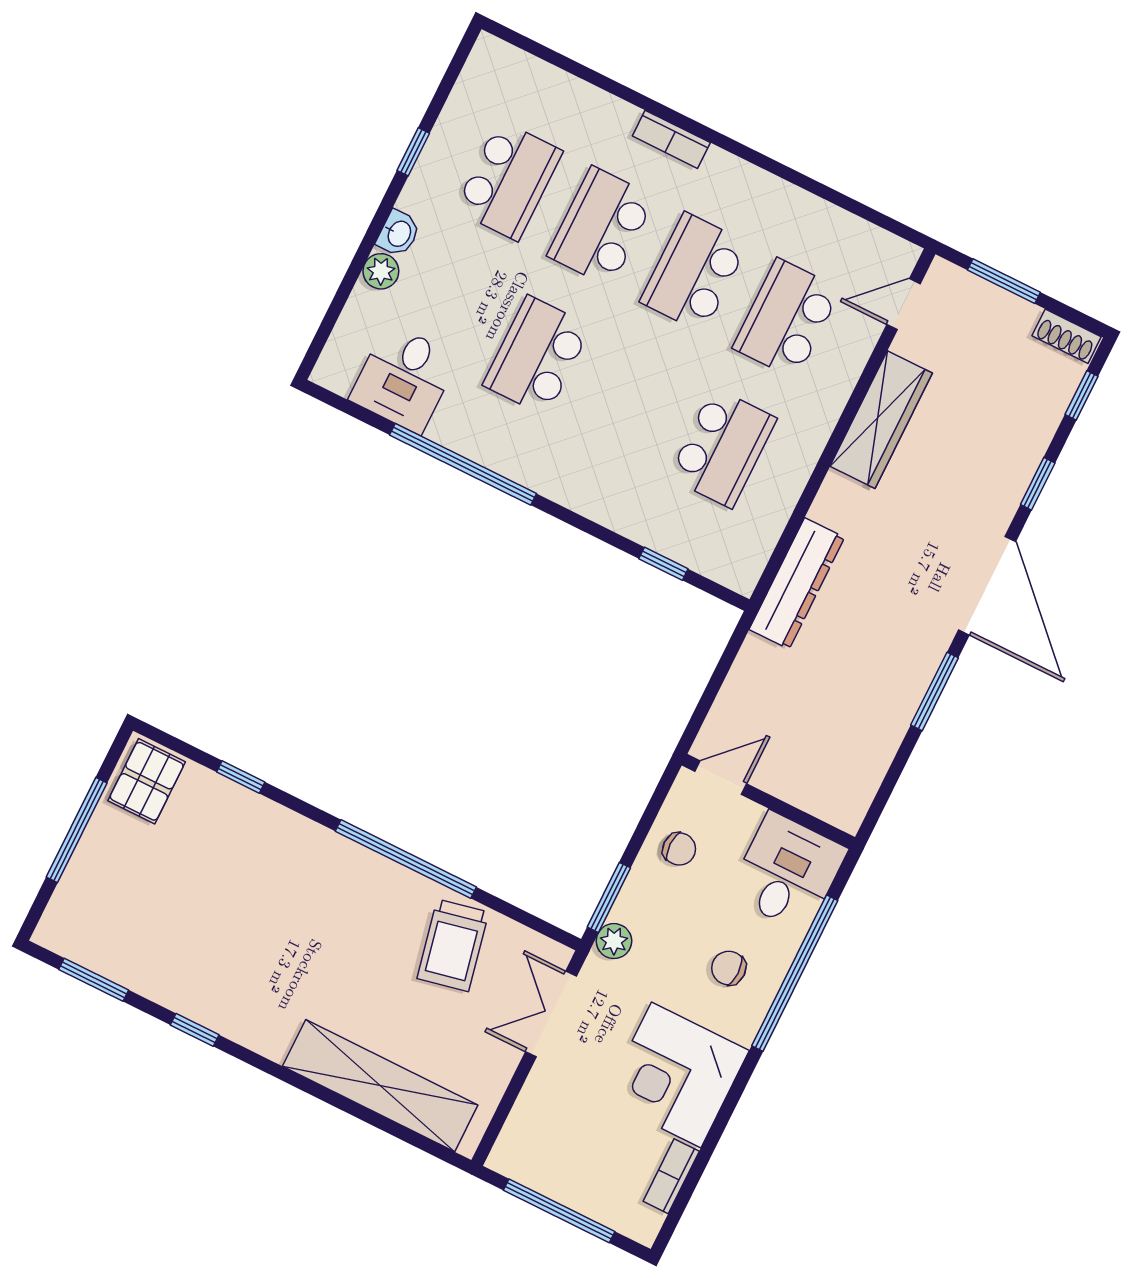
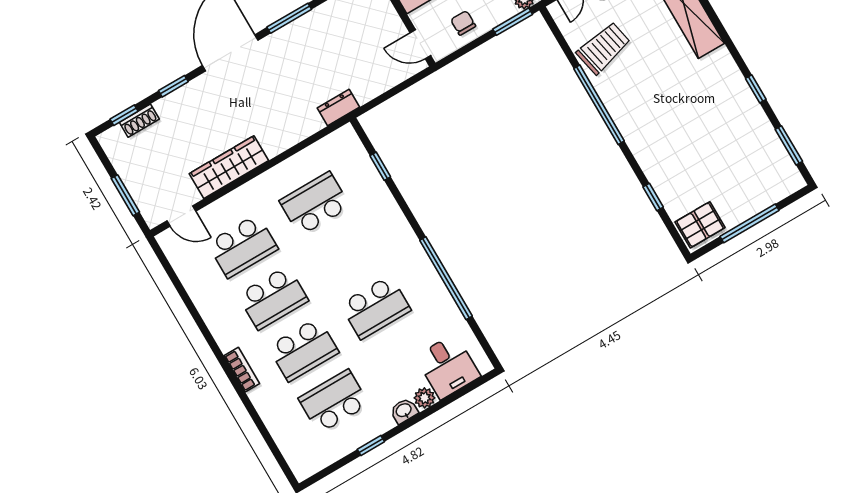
shoe rack: (1067, 336) -> (139, 121), moved, turned 90
desk: (404, 378) -> (448, 366), moved, turned 90
dresser: (797, 583) -> (338, 108), width x0.51, depth x0.80

